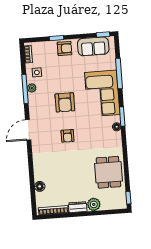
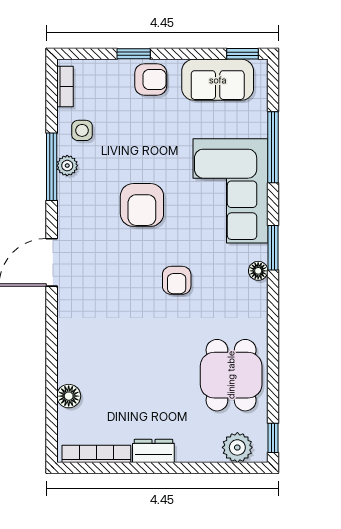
armchair: (68, 136) -> (177, 280), moved
plant: (94, 204) -> (237, 447), moved

